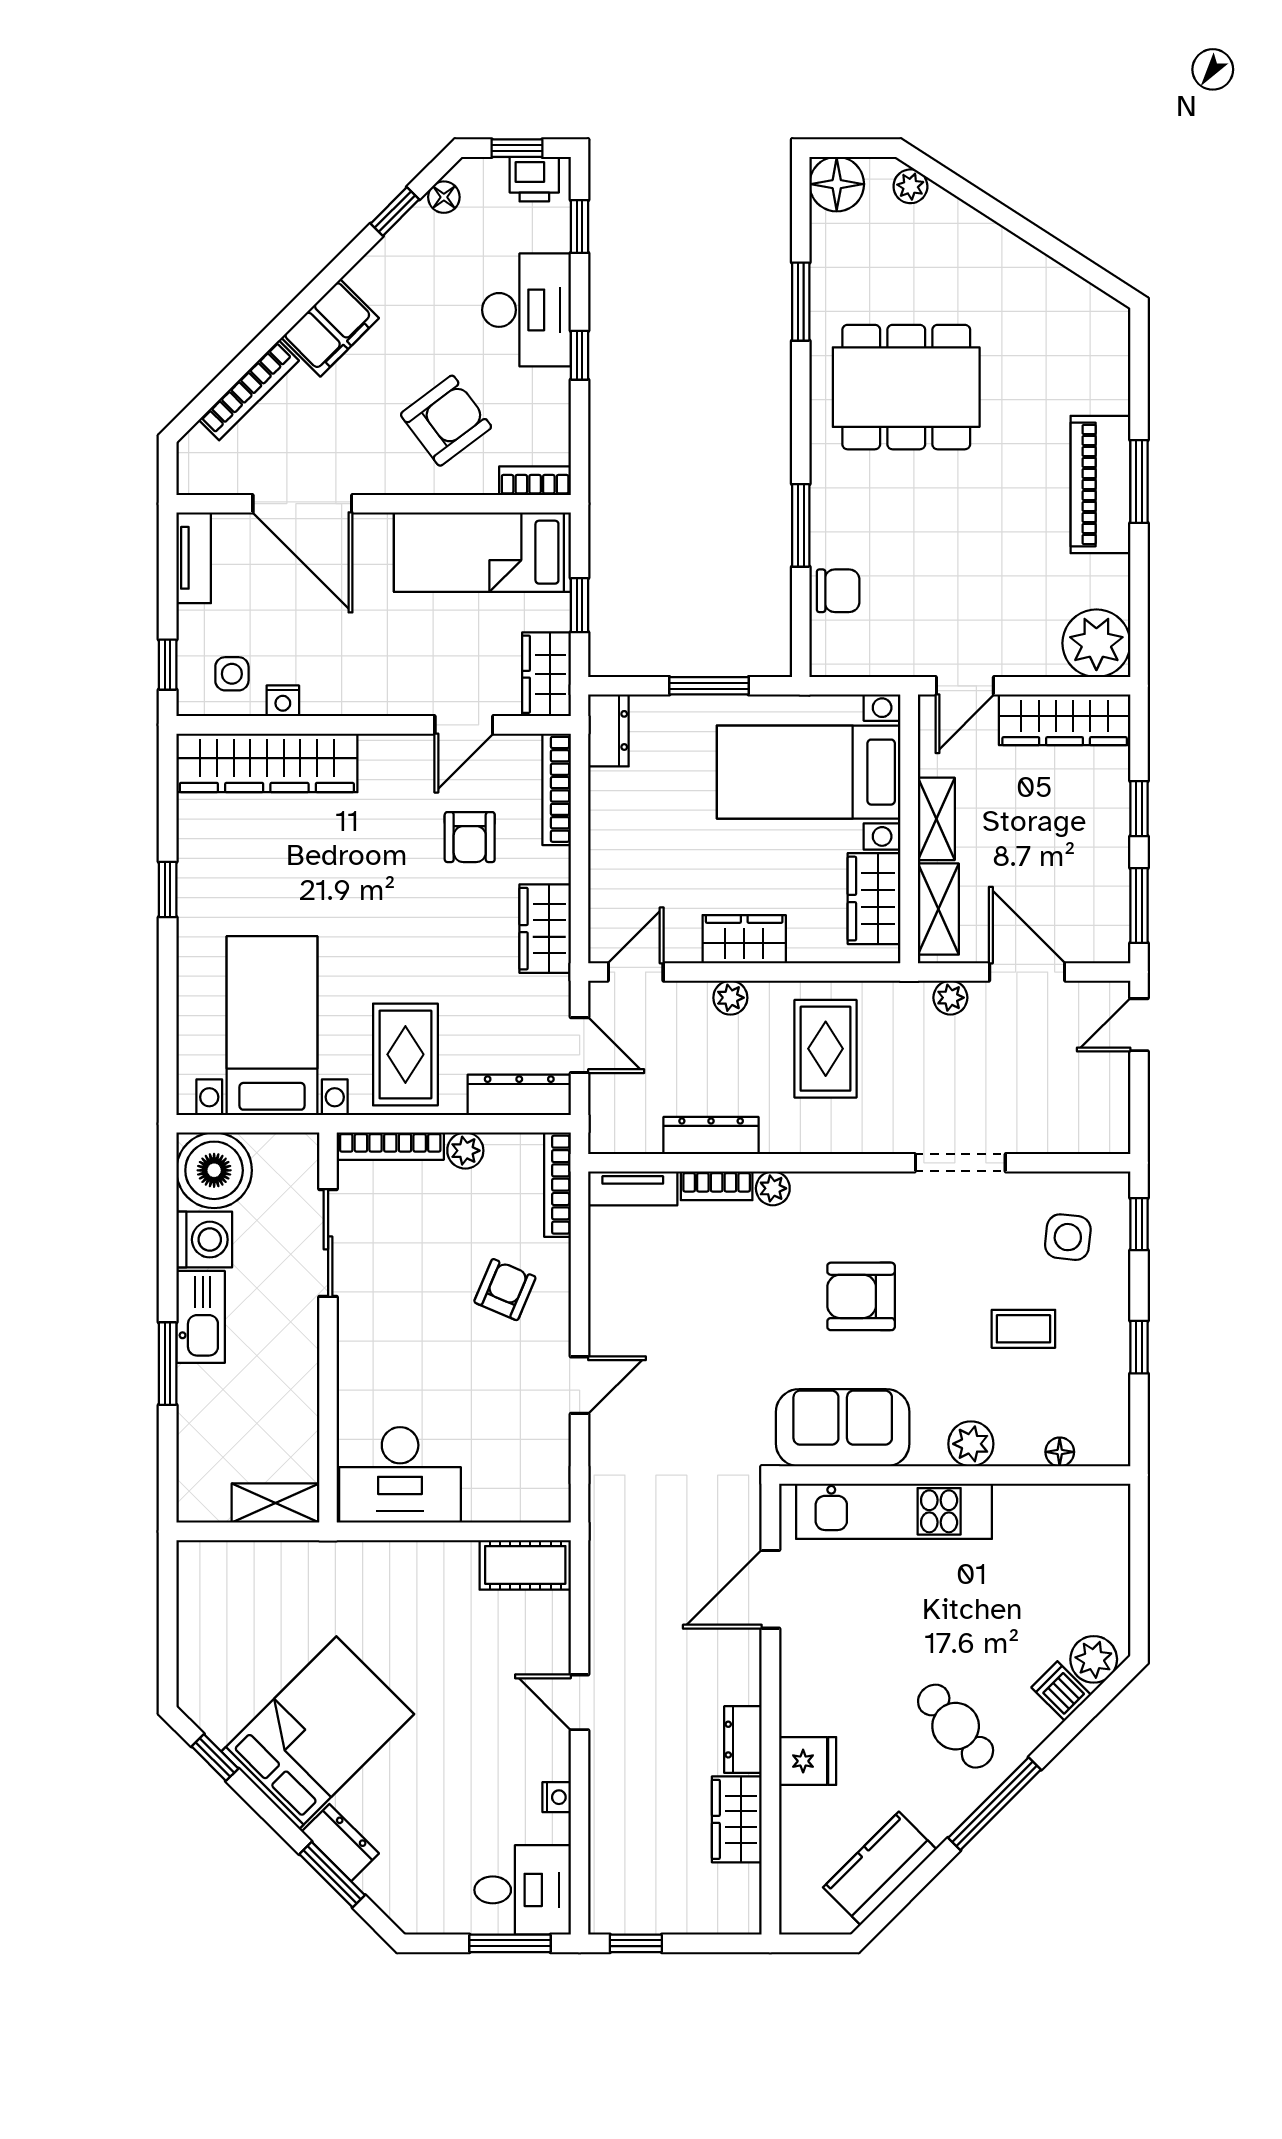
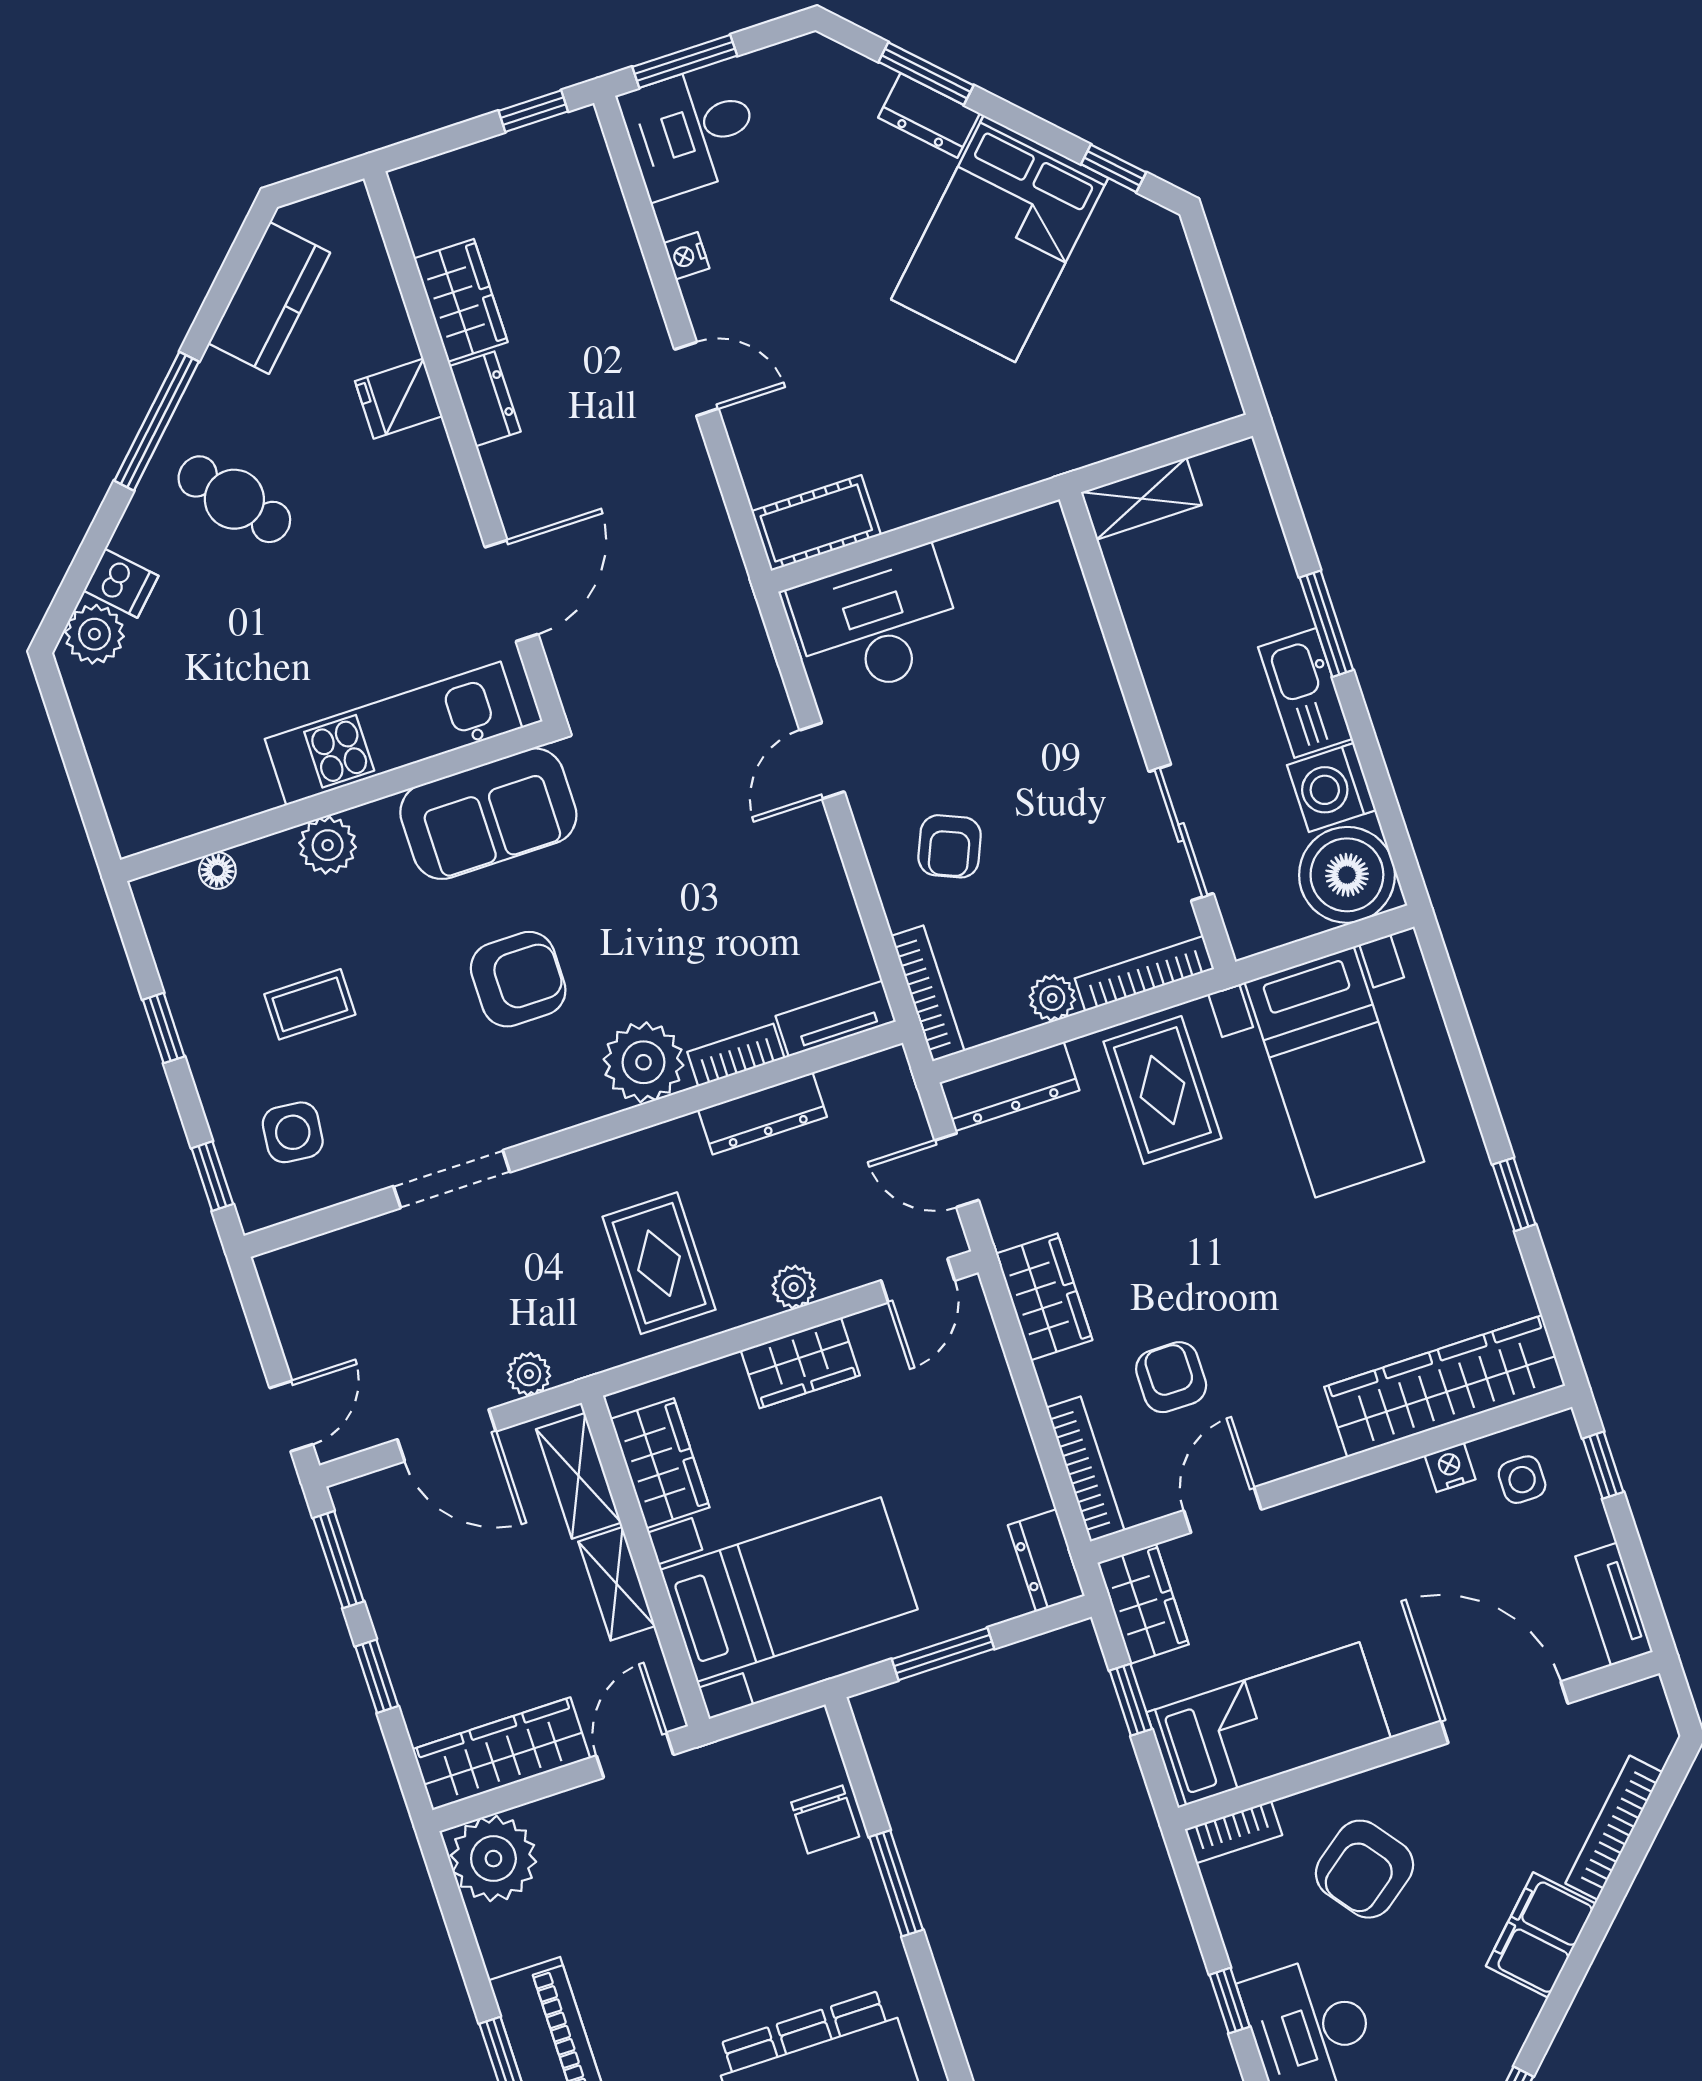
chair: (838, 591) -> (825, 1819), turned -90
plant: (773, 1188) -> (643, 1062), width x1.88, depth x1.88
desk: (400, 1475) -> (877, 623), moved

